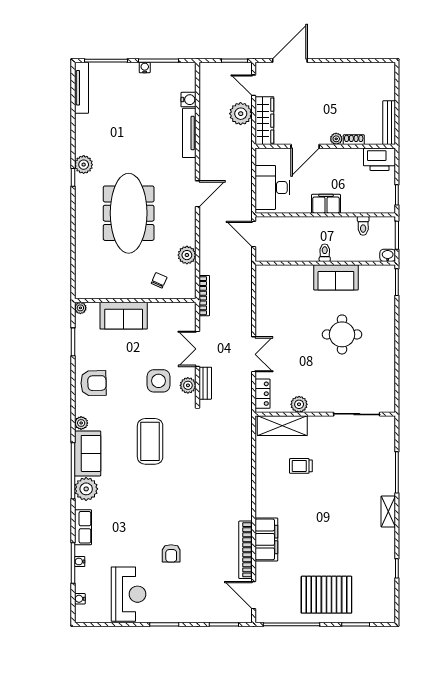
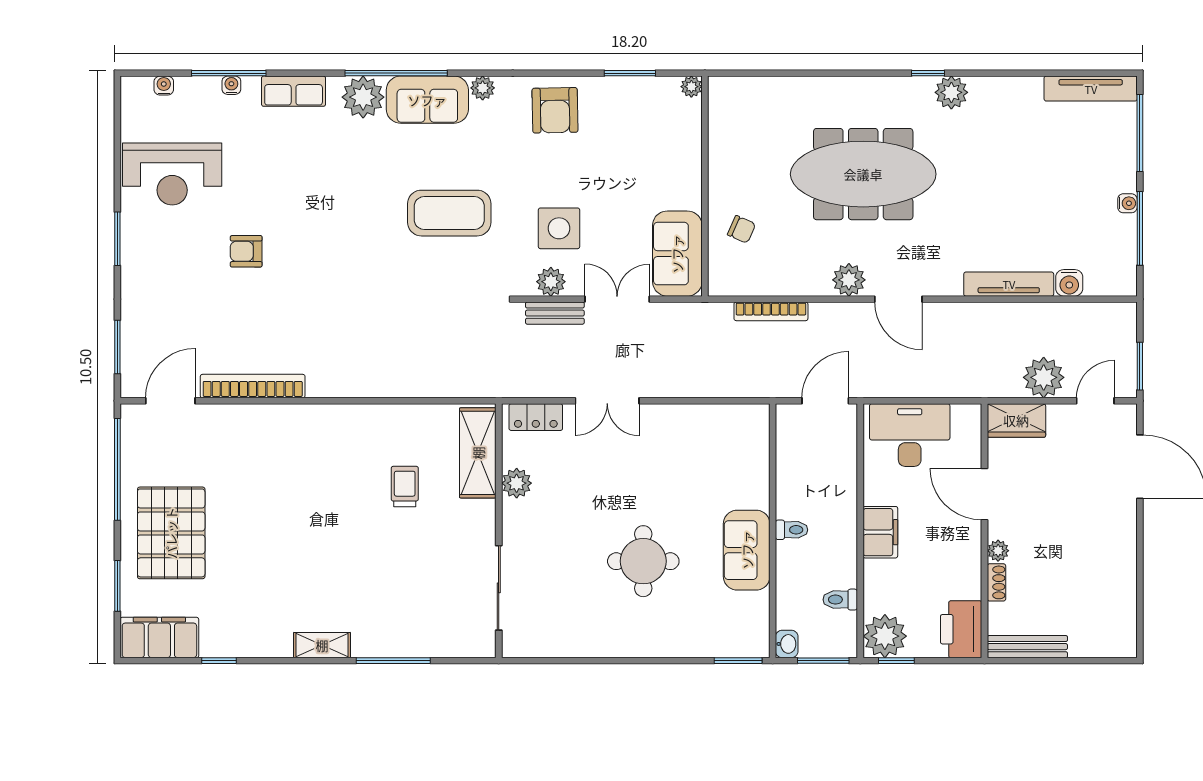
wardrobe: (264, 121) -> (1016, 420), width x0.67
plant: (383, 201) -> (885, 636), added
plant: (187, 255) -> (849, 280), moved
bookcase: (204, 296) -> (771, 311), moved
sofa: (124, 316) -> (677, 254), moved
filing cabinet: (266, 539) -> (159, 637), moved, turned 180

